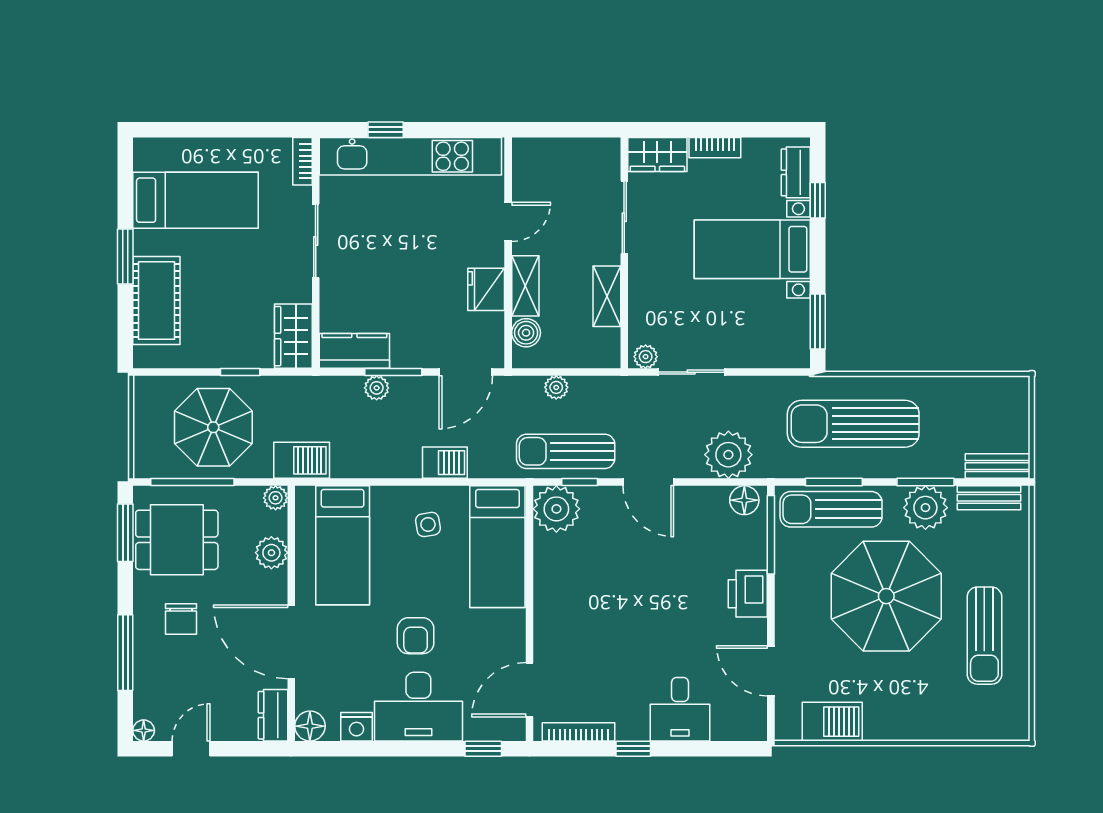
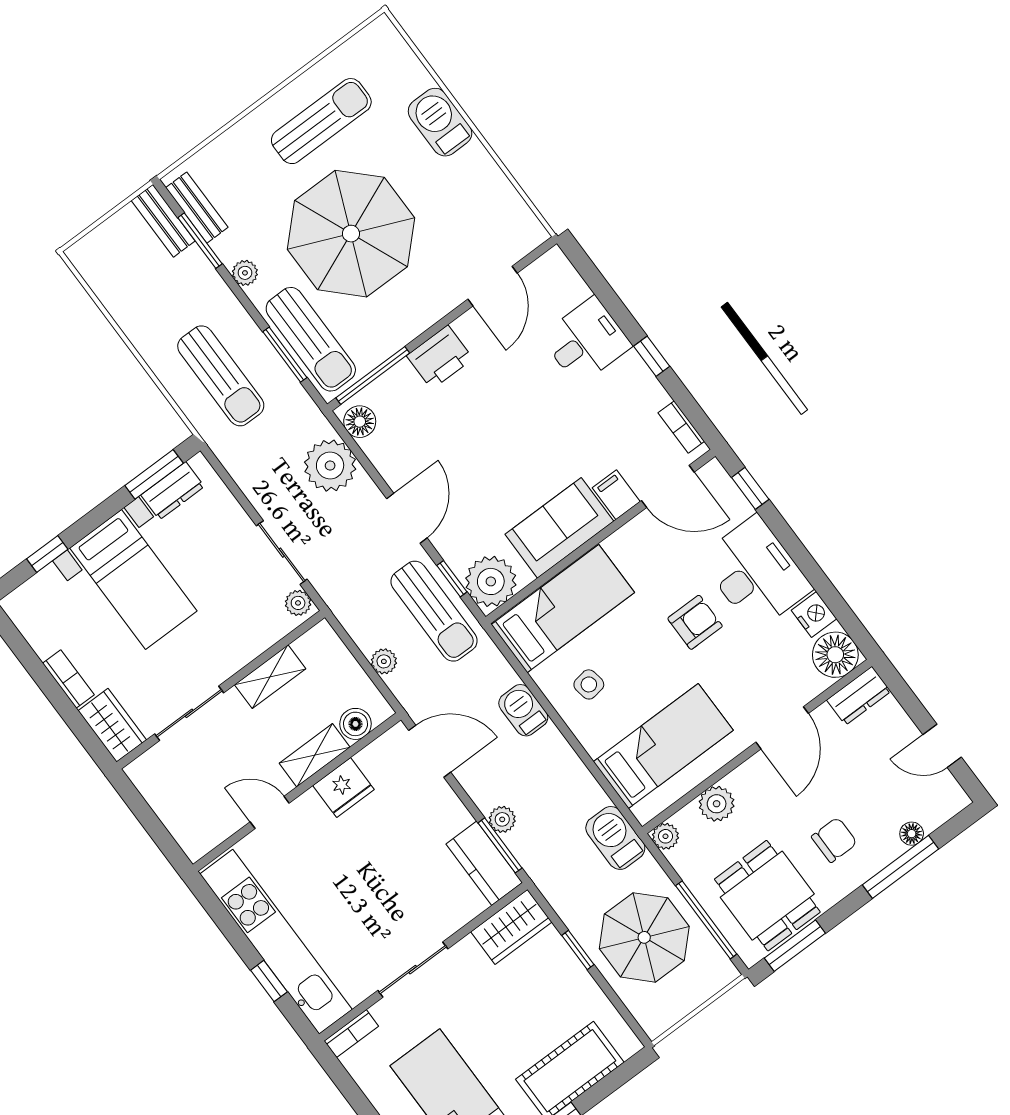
dresser: (796, 172) -> (173, 491), moved
window: (393, 372) -> (500, 845), moved
sun lounger: (853, 424) -> (221, 376), width x0.73, depth x0.75
window: (925, 482) -> (200, 241), moved
plant: (925, 508) -> (245, 273), width x0.53, depth x0.53
sofa: (558, 588) -> (559, 528), added
door: (291, 642) -> (782, 728), width x0.73
filing cabinet: (552, 648) -> (616, 495), added
barbecue: (832, 722) -> (440, 122), moved
floor lamp: (310, 726) -> (835, 655), width x1.38, depth x1.38
floor lamp: (144, 730) -> (912, 834), moved
bookcase: (578, 732) -> (681, 427), width x0.64

